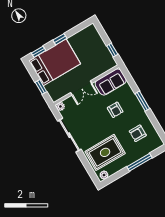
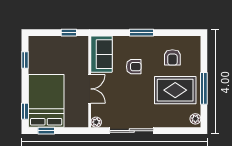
window: (60, 39) -> (25, 60), moved
window: (41, 87) -> (46, 131), moved
rug: (105, 152) -> (175, 90), moved, turned 90
window: (139, 162) -> (204, 88), moved

